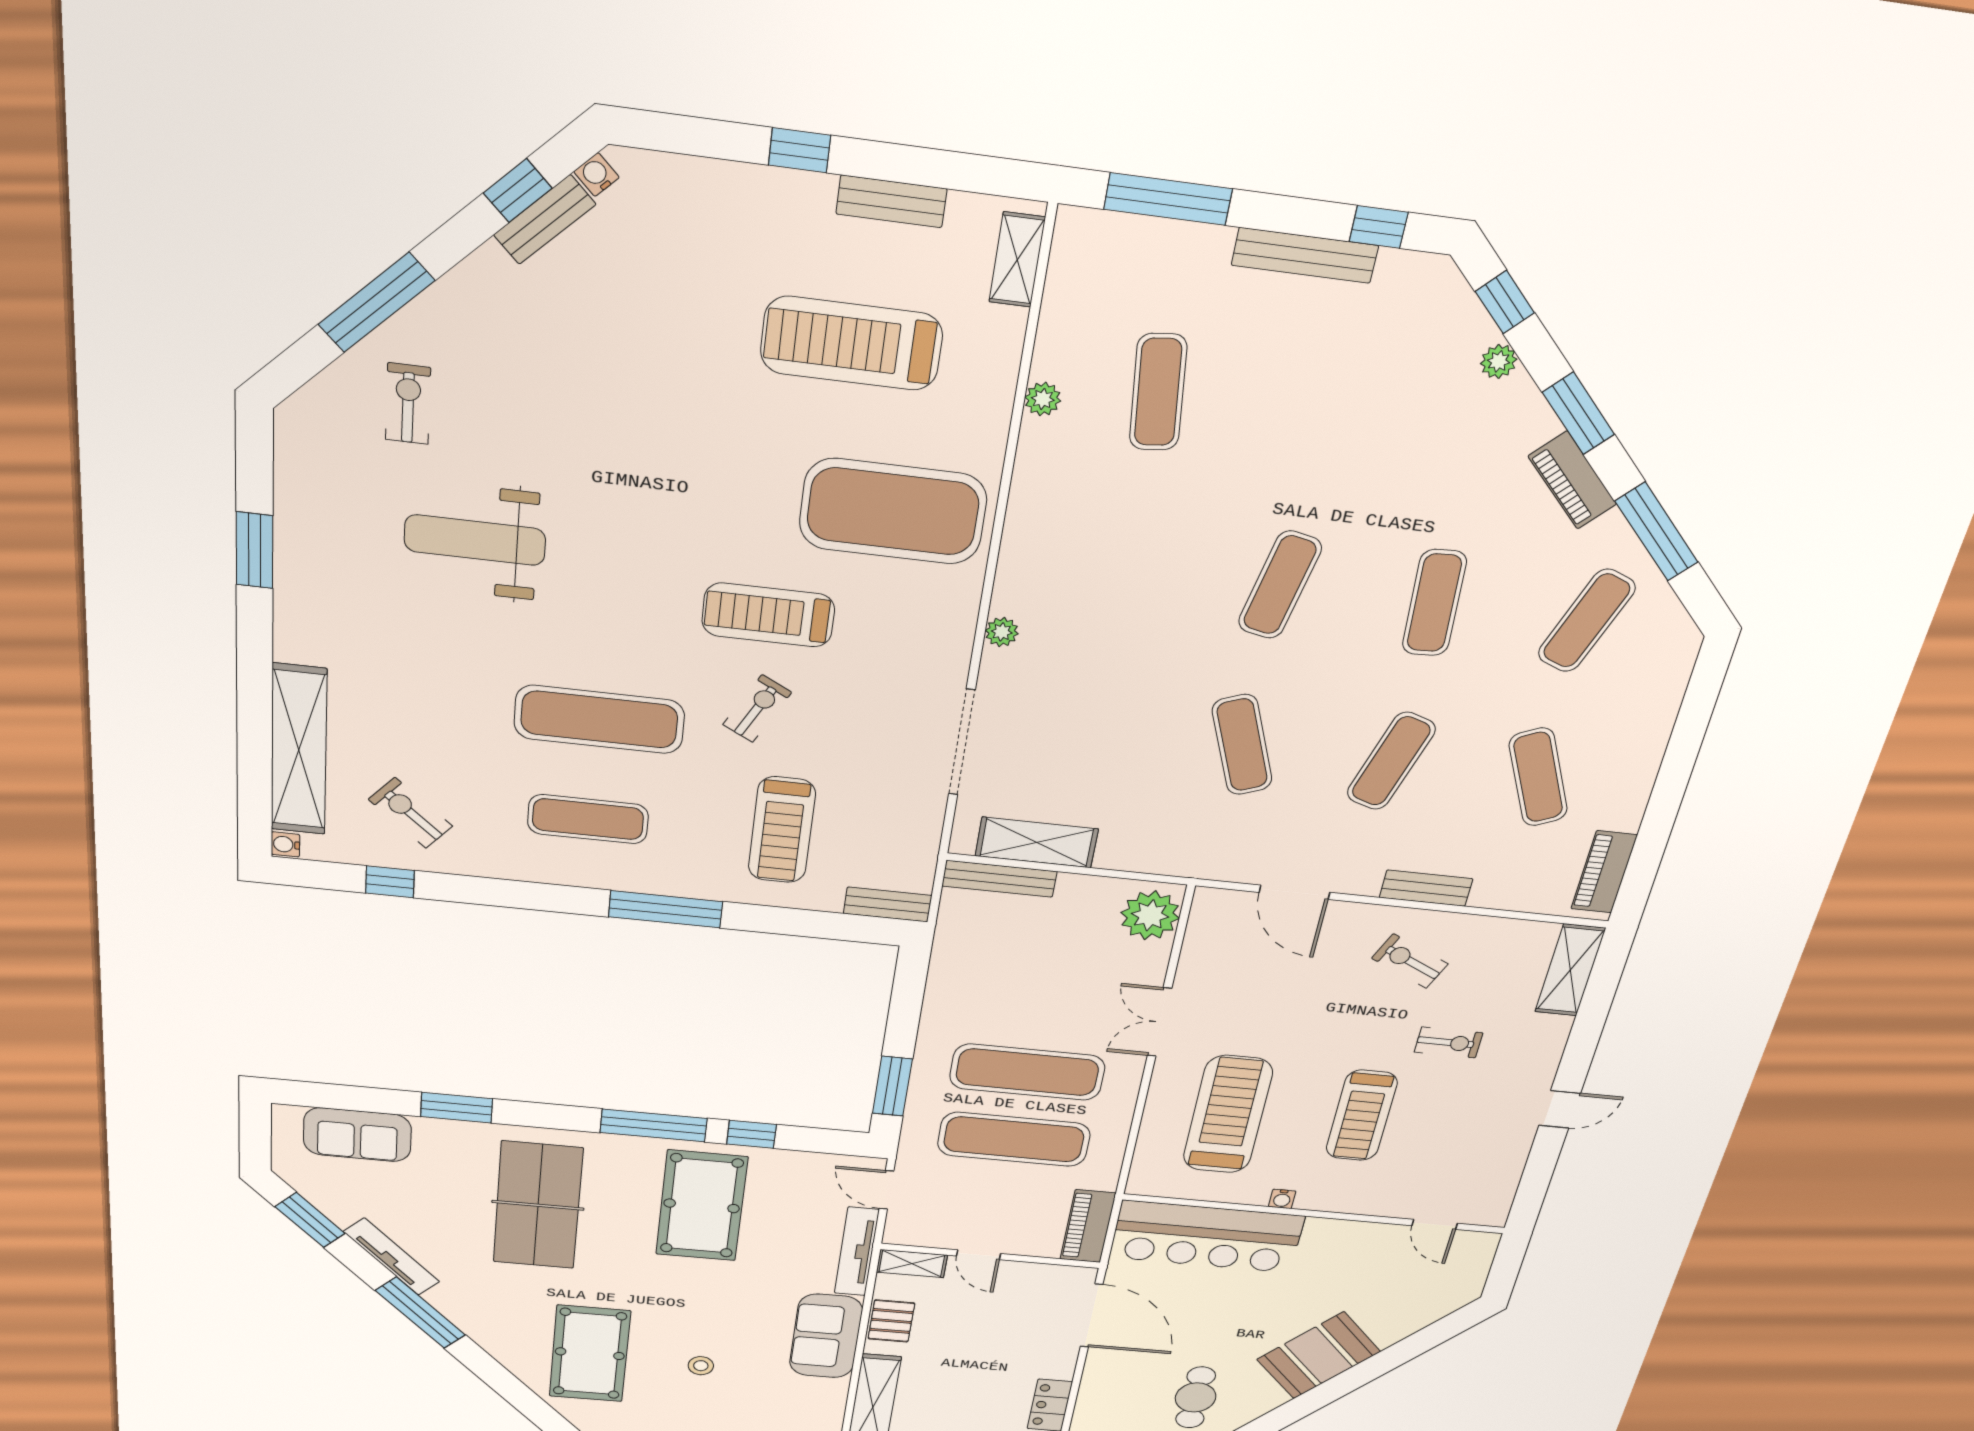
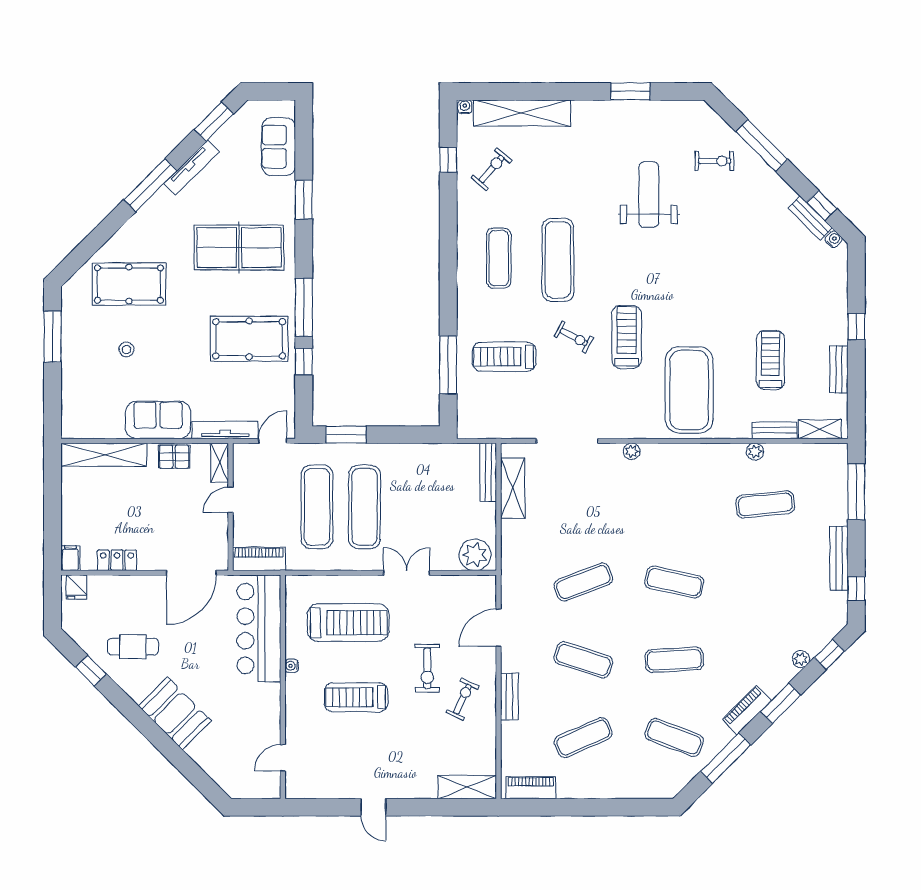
treadmill: (852, 343) -> (770, 360), width x0.73, depth x0.73
bench: (888, 904) -> (774, 430), moved, turned 90
window: (666, 909) -> (448, 365), moved
exercise bike: (1449, 1042) -> (427, 668), moved, width x1.38, depth x1.39

